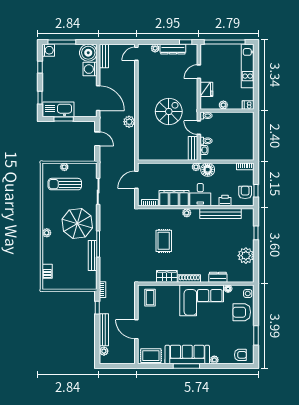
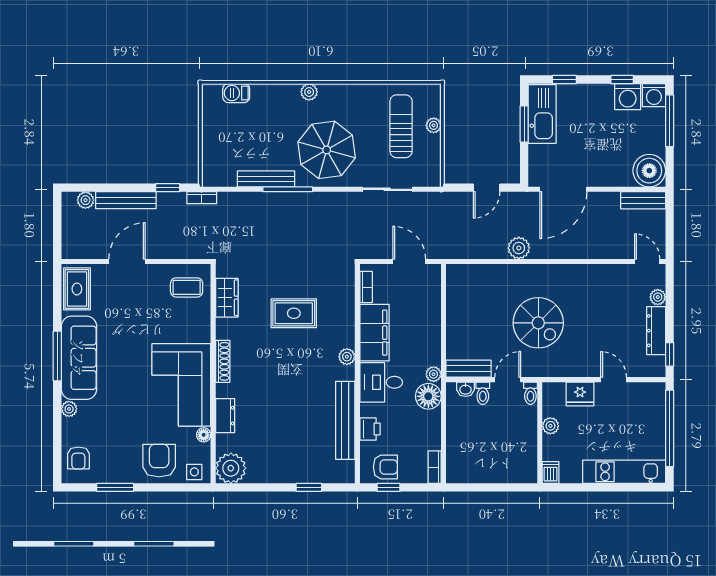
washing machine: (90, 69) -> (628, 97), moved, turned 180
plant: (246, 256) -> (231, 468), moved
wardrobe: (167, 276) -> (227, 298), moved

